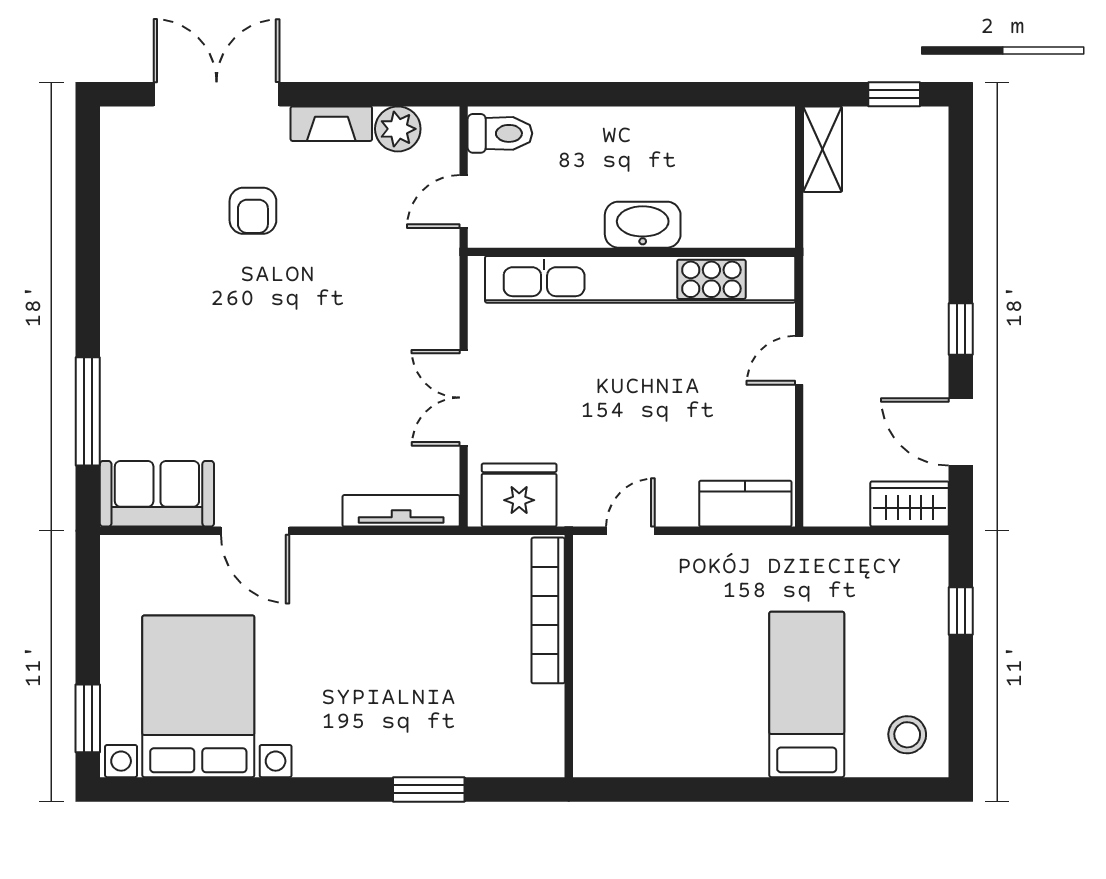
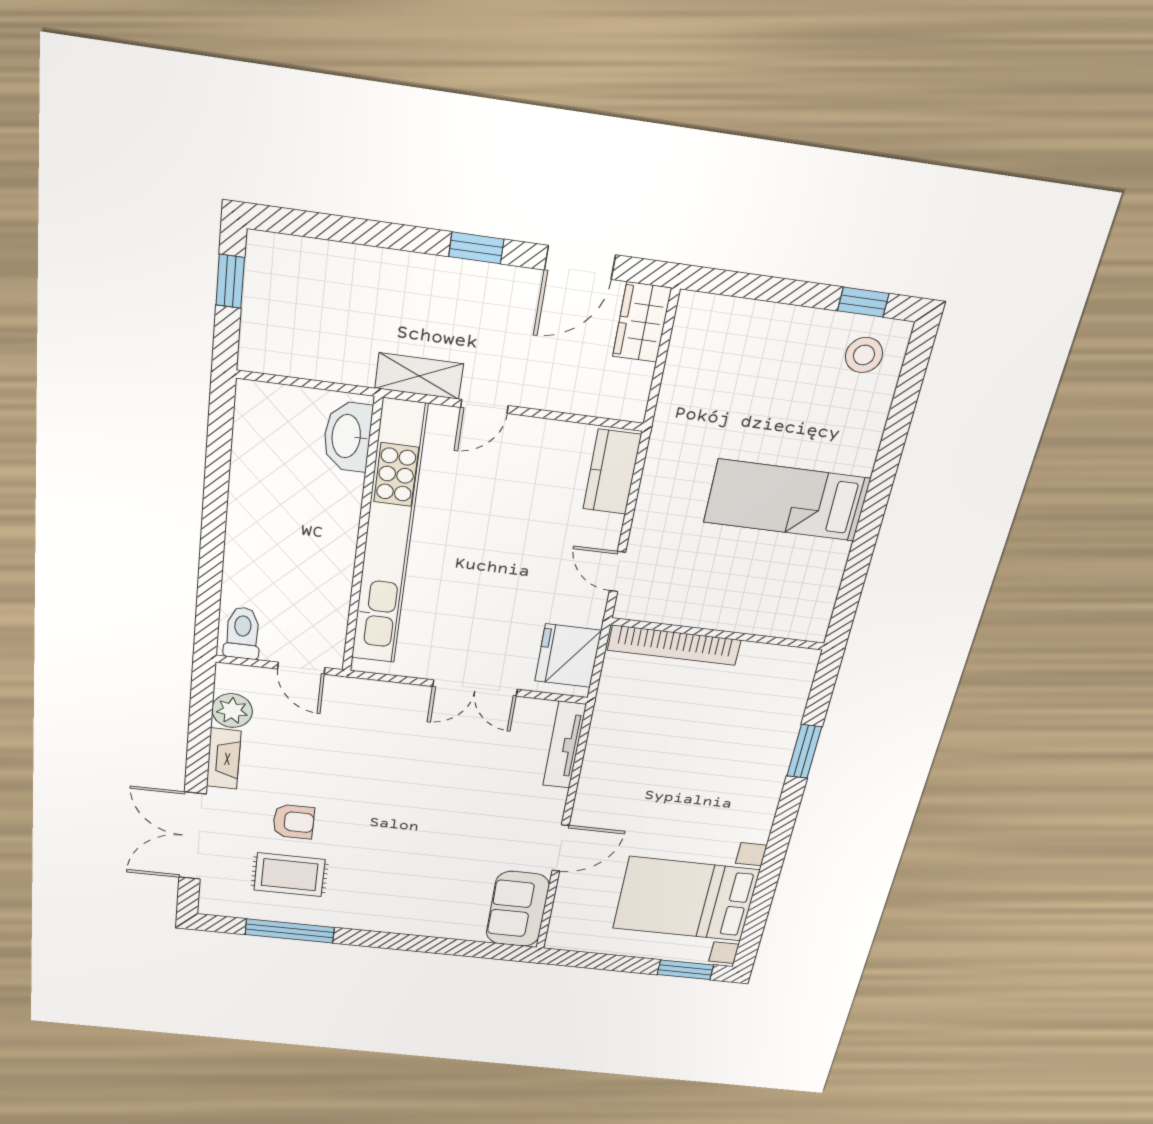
shelving: (823, 149) -> (419, 376), moved
rug: (174, 213) -> (290, 875), added
washbasin: (643, 225) -> (348, 436), moved
door: (799, 360) -> (484, 406), hinge flipped
window: (88, 411) -> (290, 931), moved
window: (961, 611) -> (863, 302), moved
bed: (807, 694) -> (787, 500), moved

